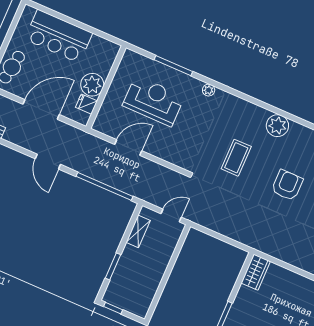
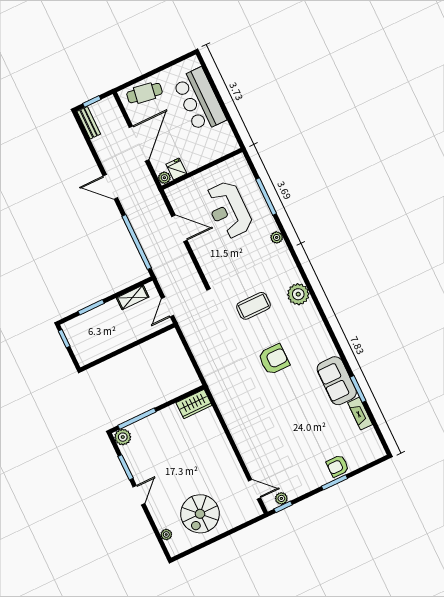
plant: (92, 85) -> (164, 178), moved, width x0.53, depth x0.53
reception desk: (154, 101) -> (228, 210), turned 180
door: (41, 109) -> (139, 144), hinge flipped
plant: (277, 126) -> (298, 294), moved
door: (48, 162) -> (110, 187), hinge flipped
door: (171, 215) -> (168, 307), swing flipped

